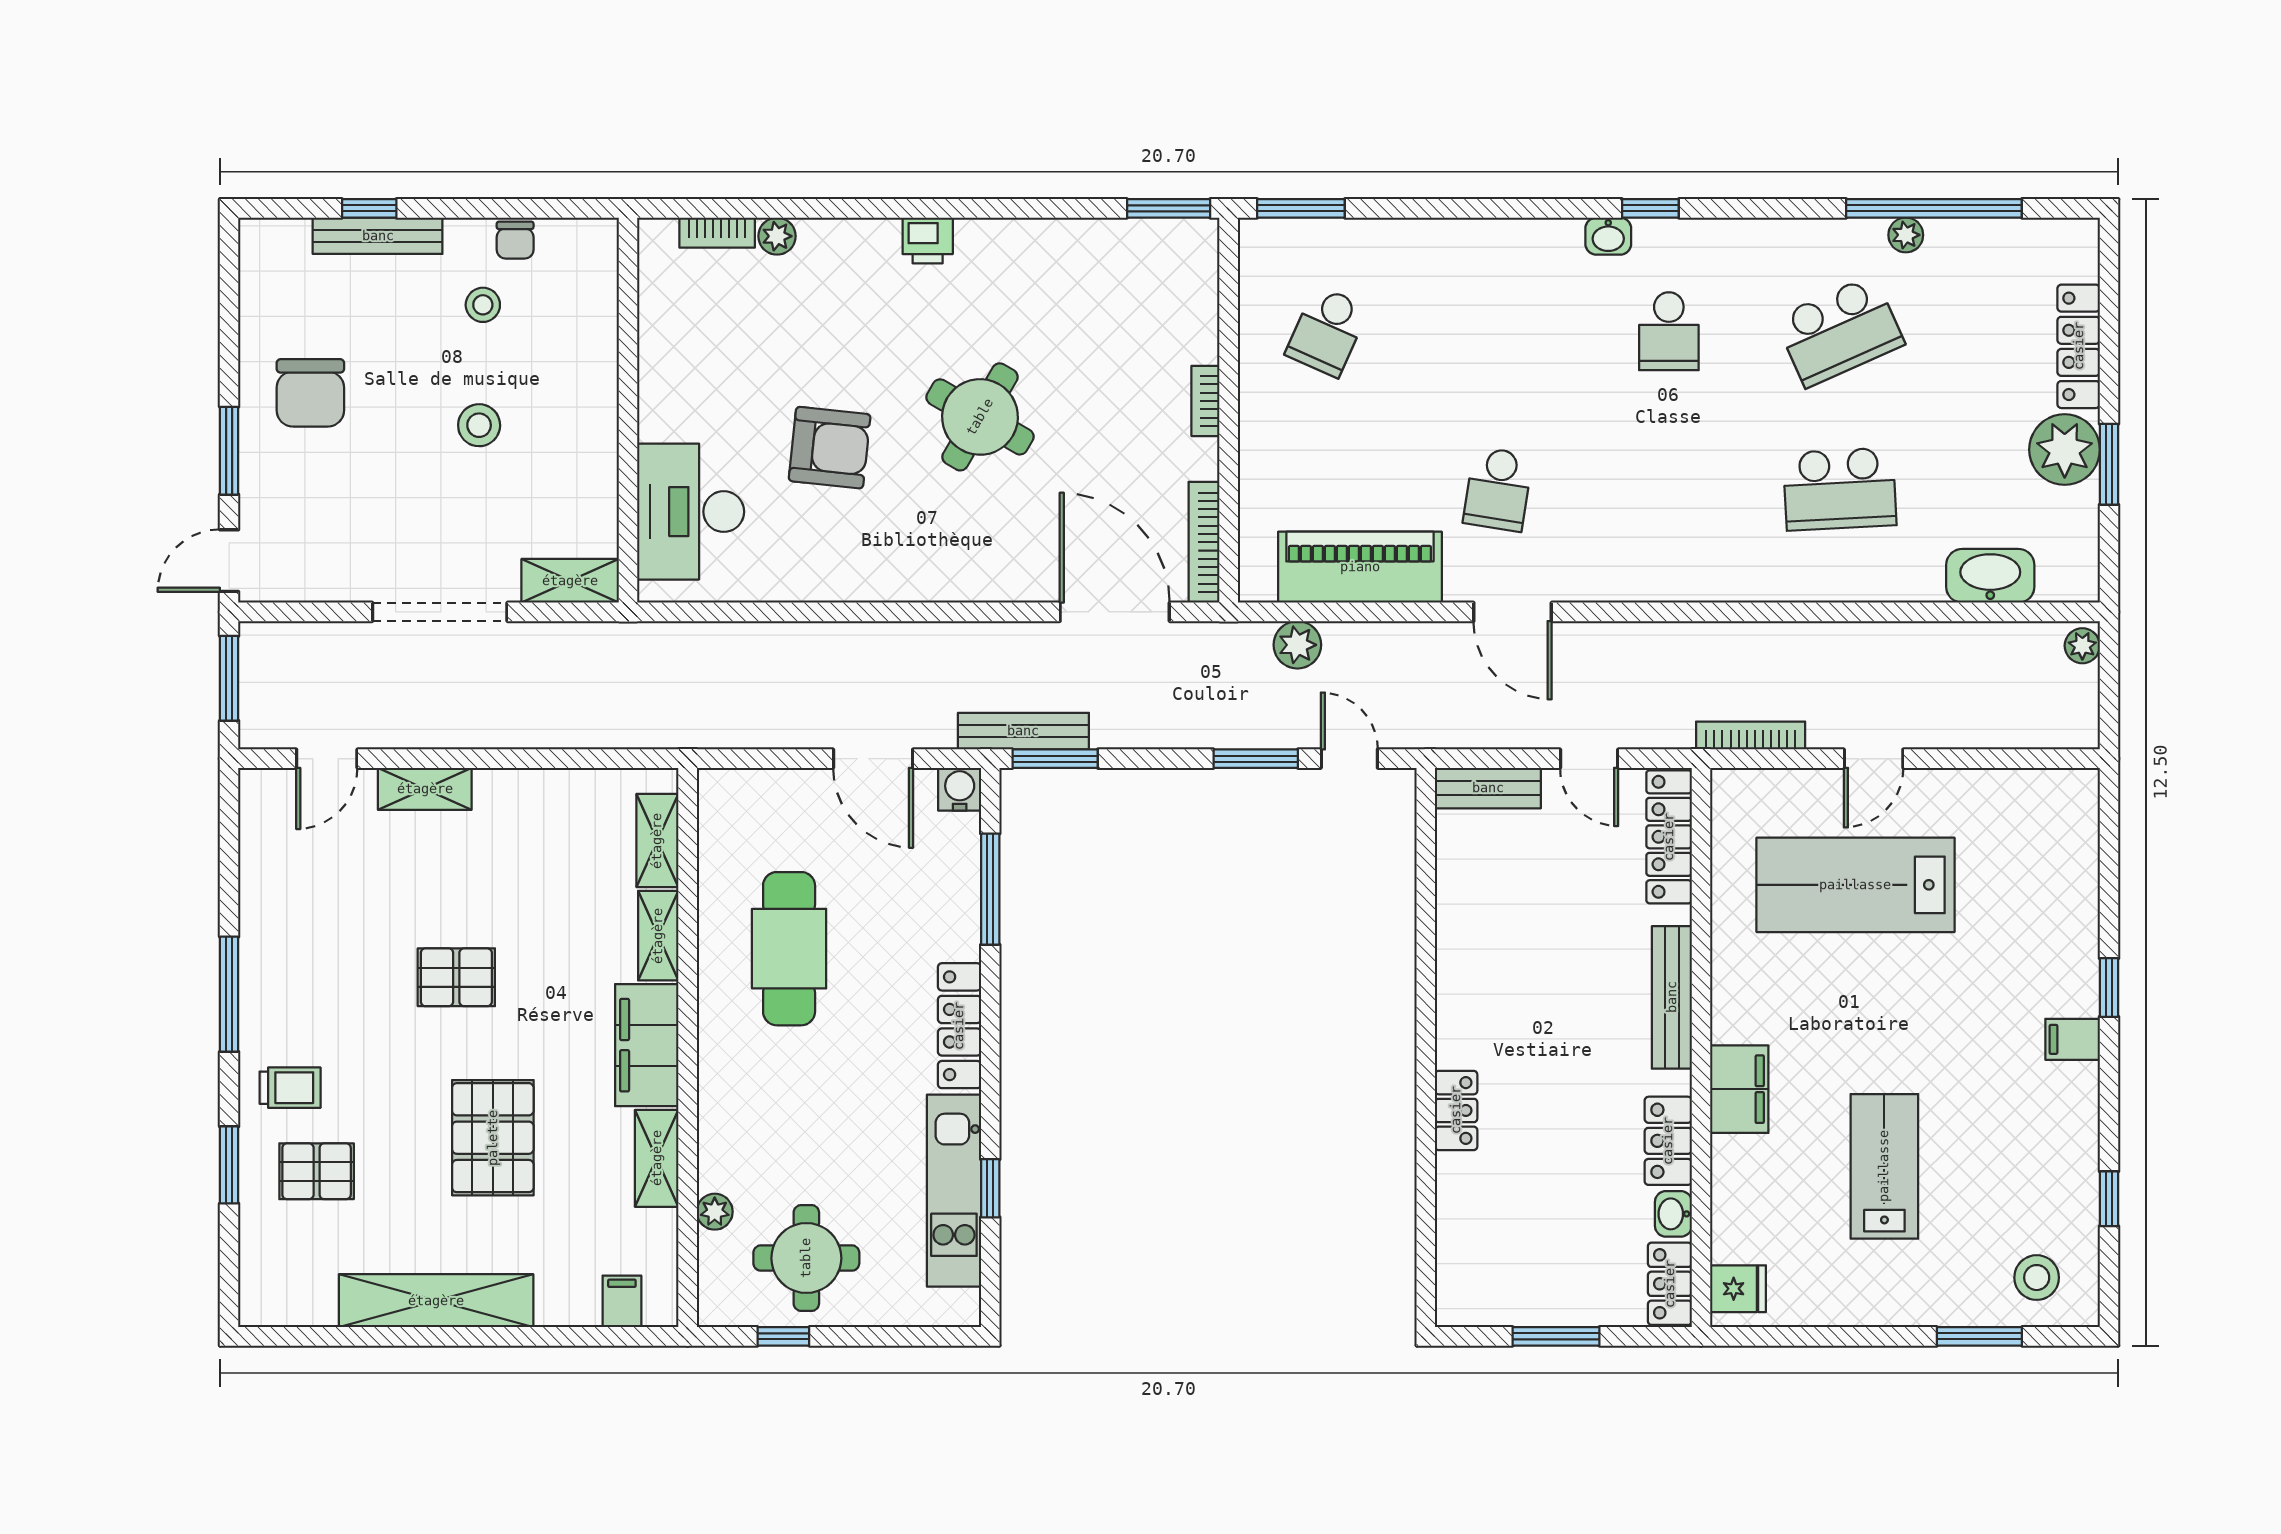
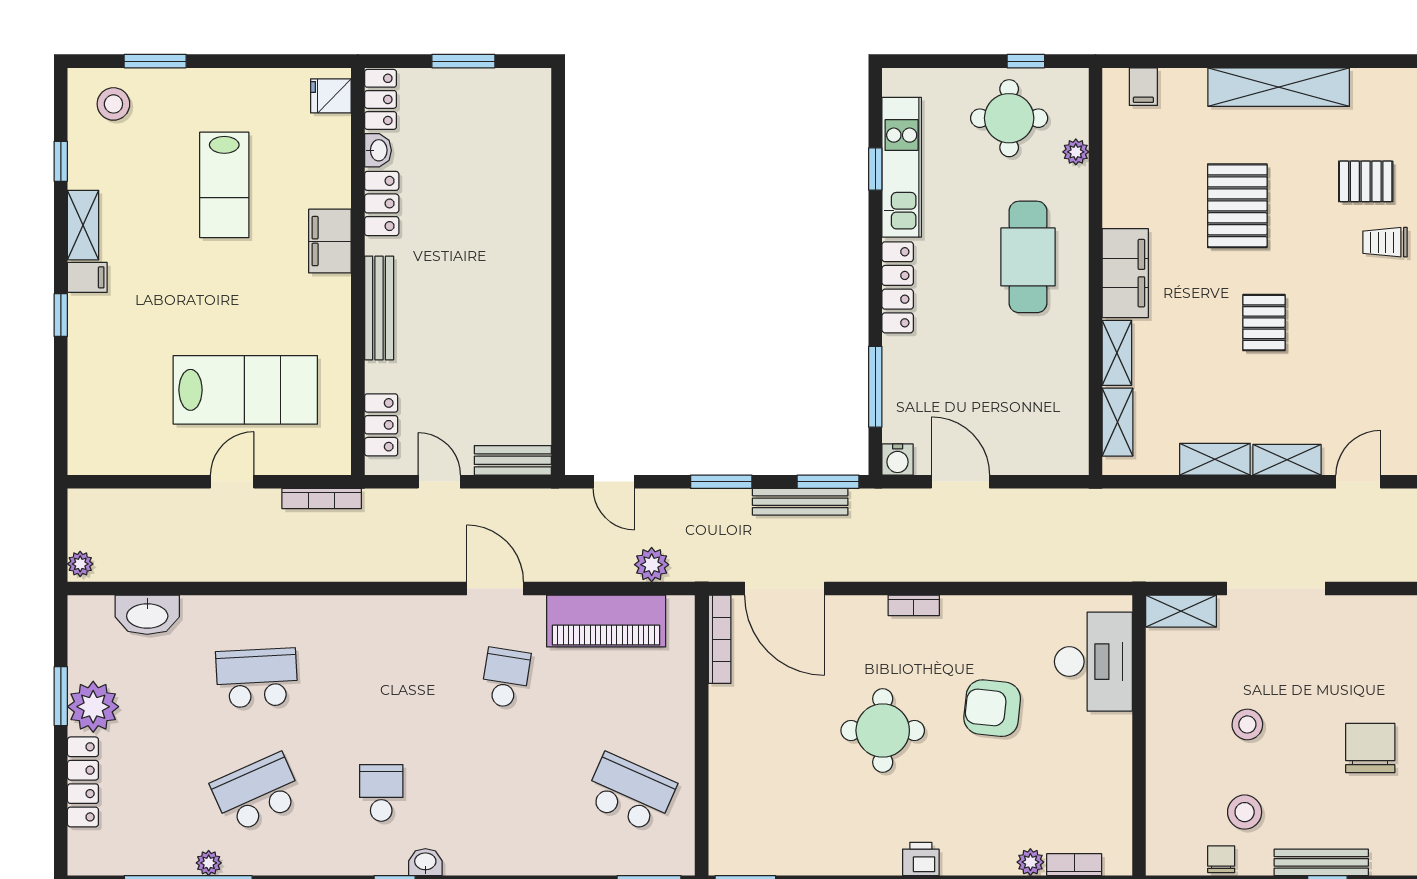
stool: (483, 305) -> (1245, 812), width x1.37, depth x1.37
school desk: (1327, 331) -> (630, 793), width x1.85
bookcase: (1205, 401) -> (914, 605), moved, turned 90
round table: (980, 417) -> (883, 730), turned -30
bench: (1023, 731) -> (800, 502), moved
window: (1256, 759) -> (721, 482), moved
locker: (1669, 837) -> (381, 425), width x0.66
cafe table: (789, 949) -> (1028, 257), moved
pallet: (456, 977) -> (1264, 323), turned 90
locker: (1456, 1110) -> (536, 226), removed
shelving: (2078, 1111) -> (83, 225), added
shelving: (657, 1158) -> (1215, 459), moved, turned 90

